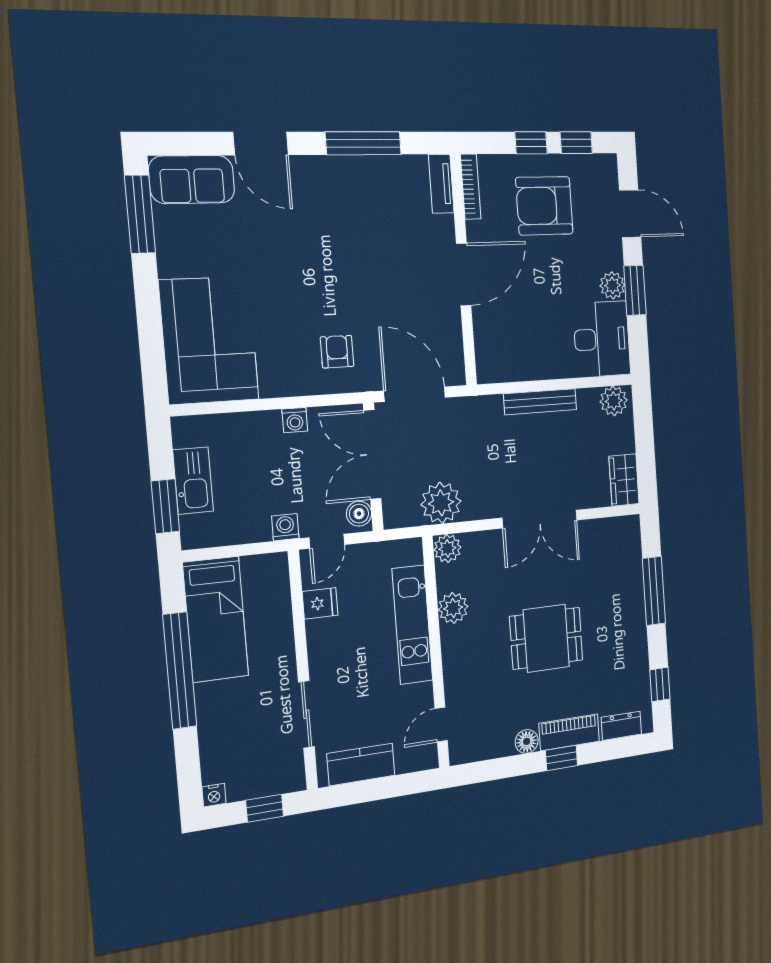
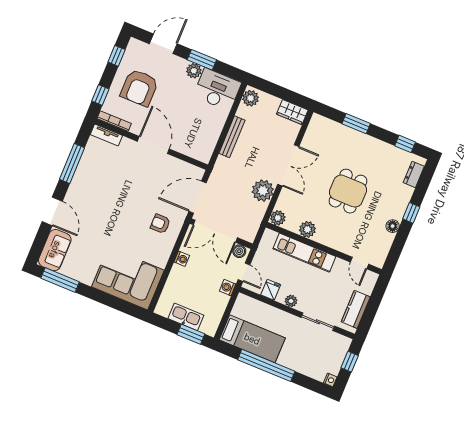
window: (531, 143) -> (100, 95), moved
door: (261, 144) -> (52, 211), hinge flipped
plant: (441, 503) -> (263, 191), moved
window: (654, 591) -> (356, 124), width x0.69
plant: (319, 649) -> (291, 301), added
piano: (569, 732) -> (401, 203), removed

